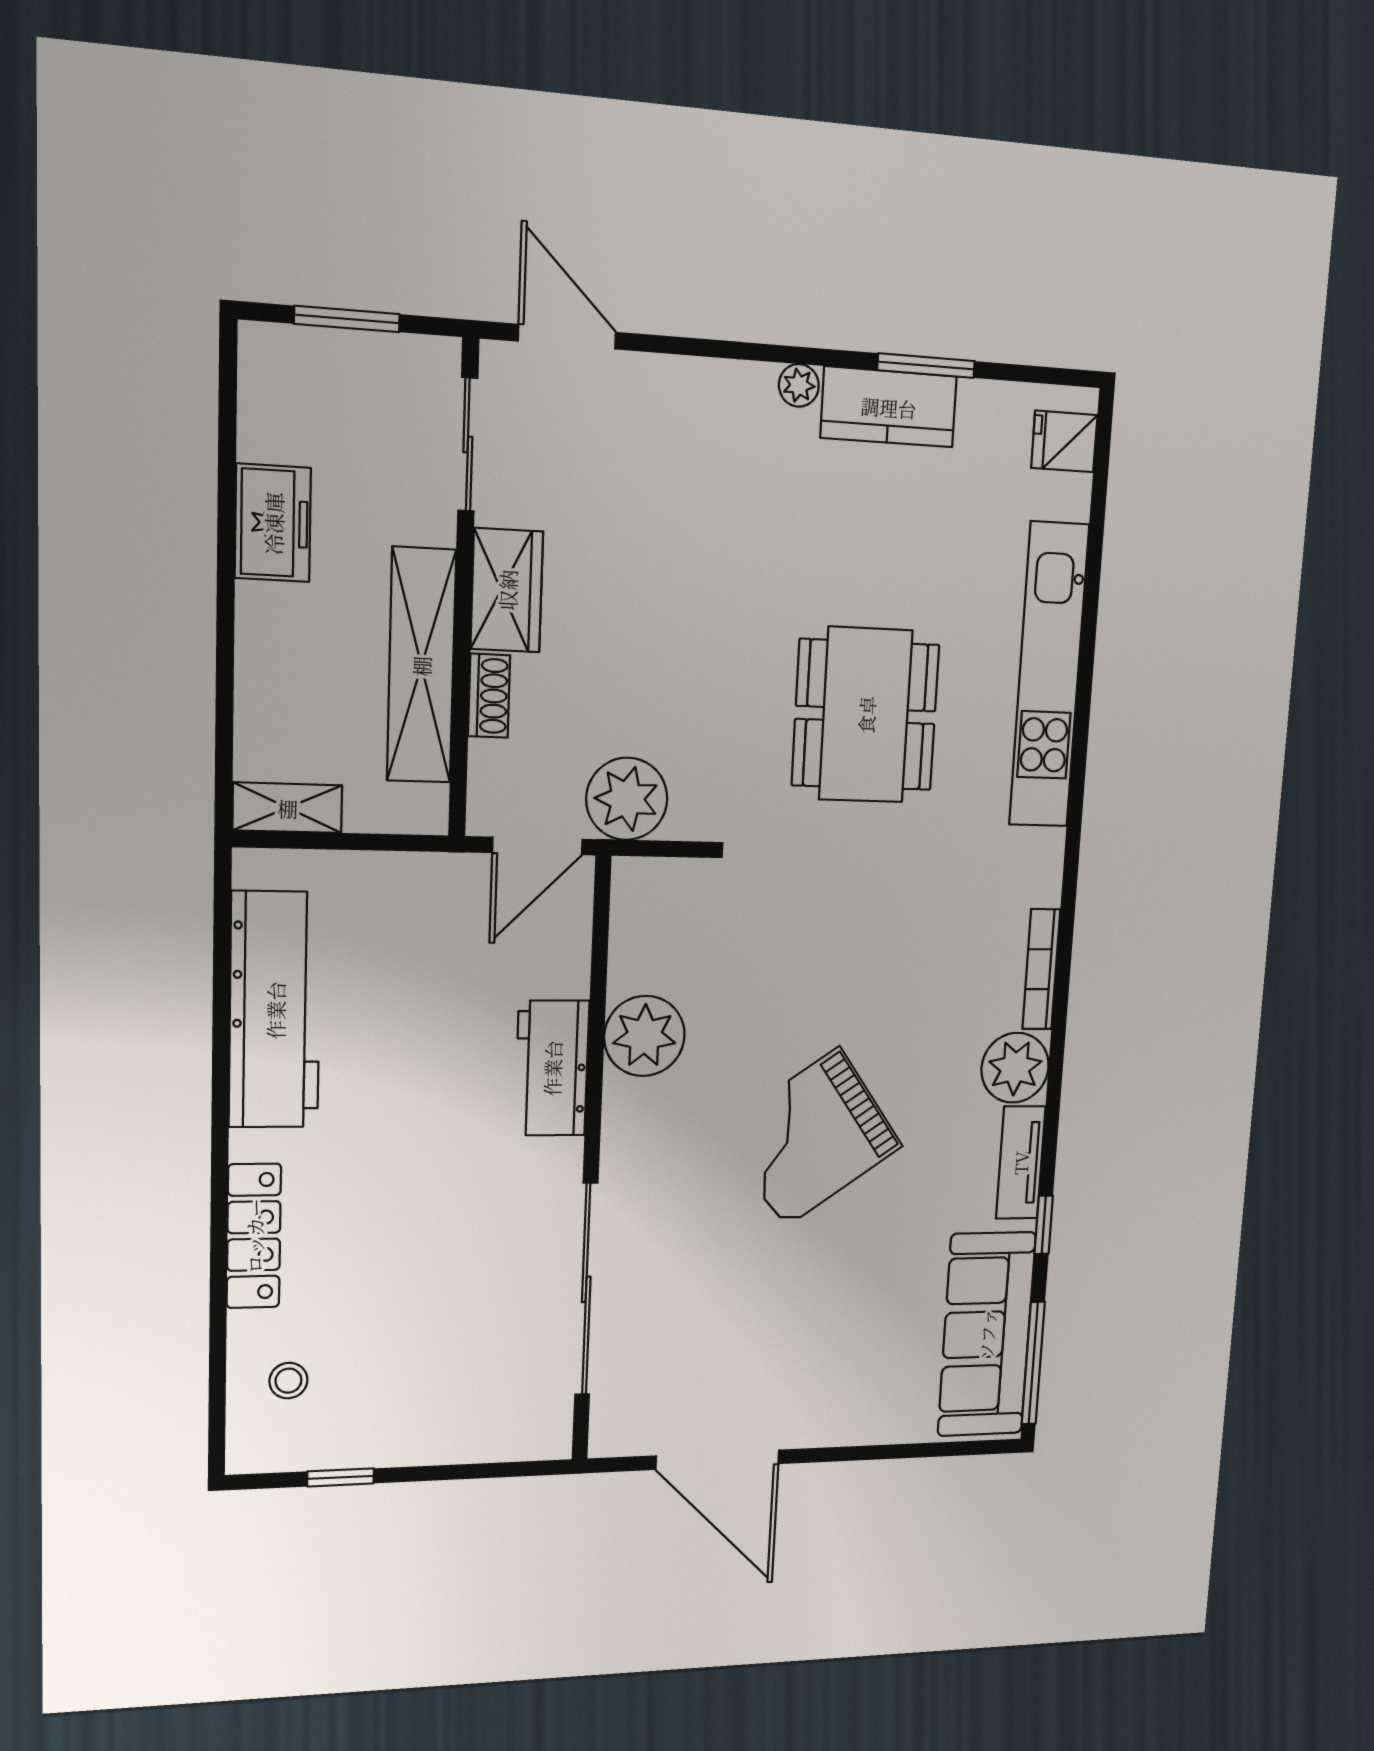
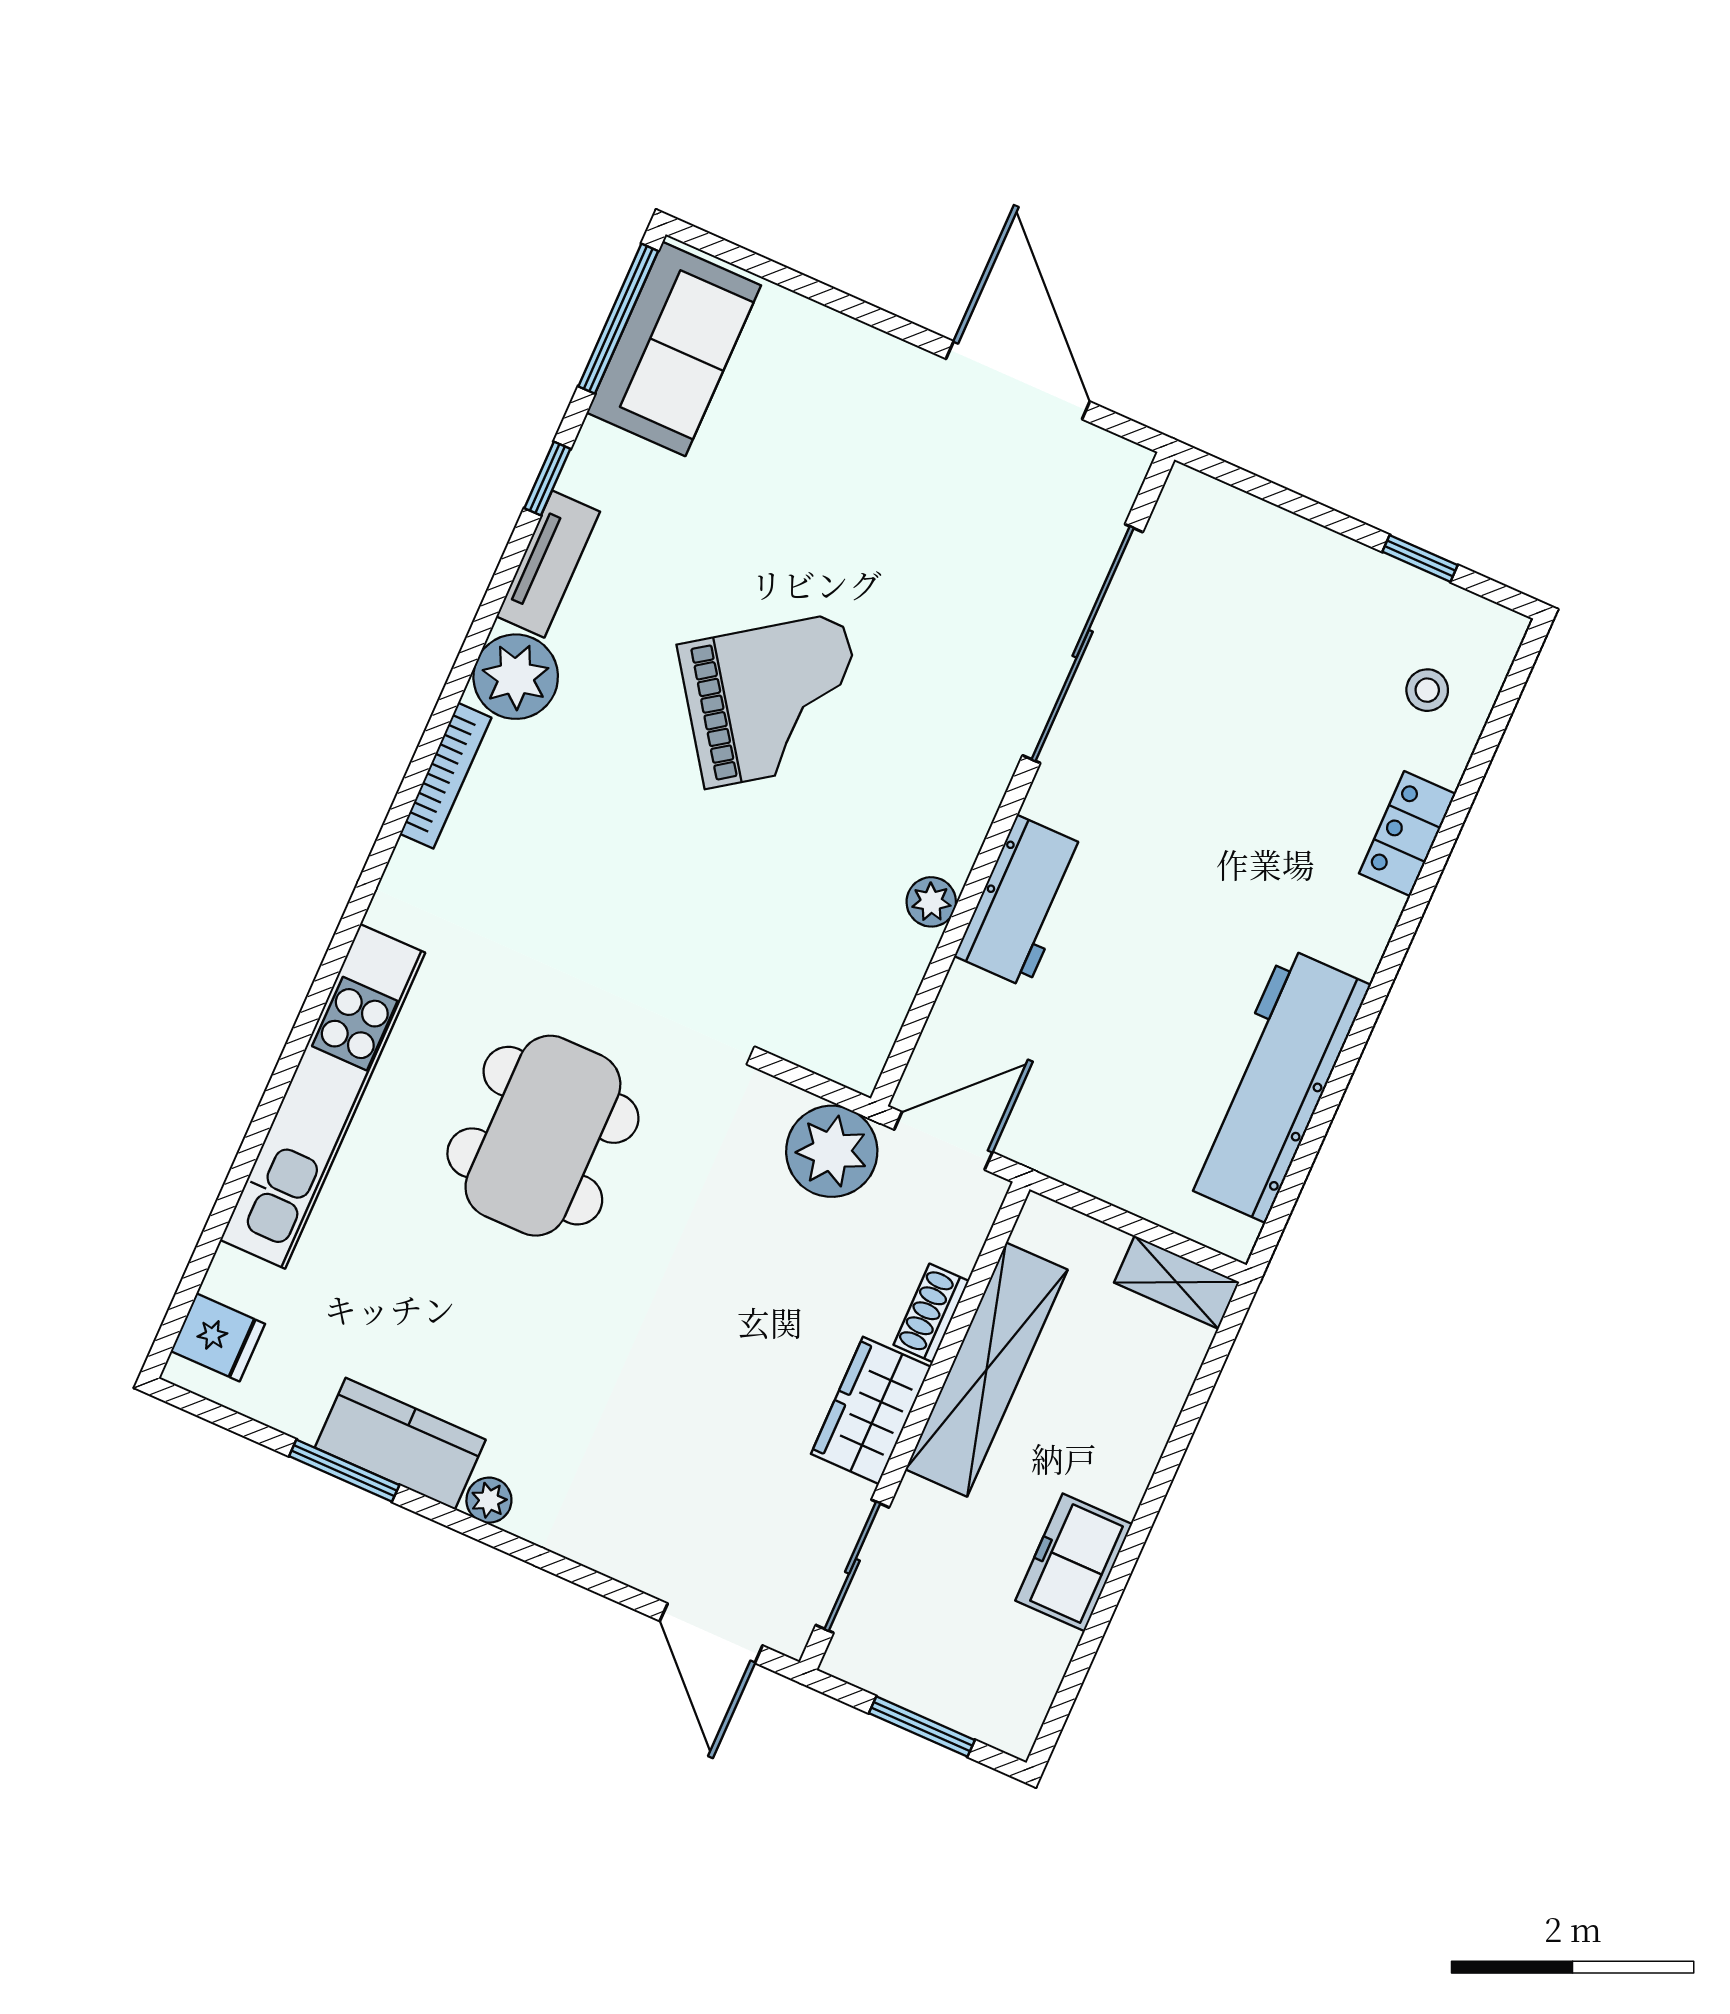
plant: (645, 1036) -> (931, 902), width x0.53, depth x0.53
locker: (254, 1236) -> (1407, 834), width x0.66
sofa: (987, 1334) -> (674, 349), width x0.73

